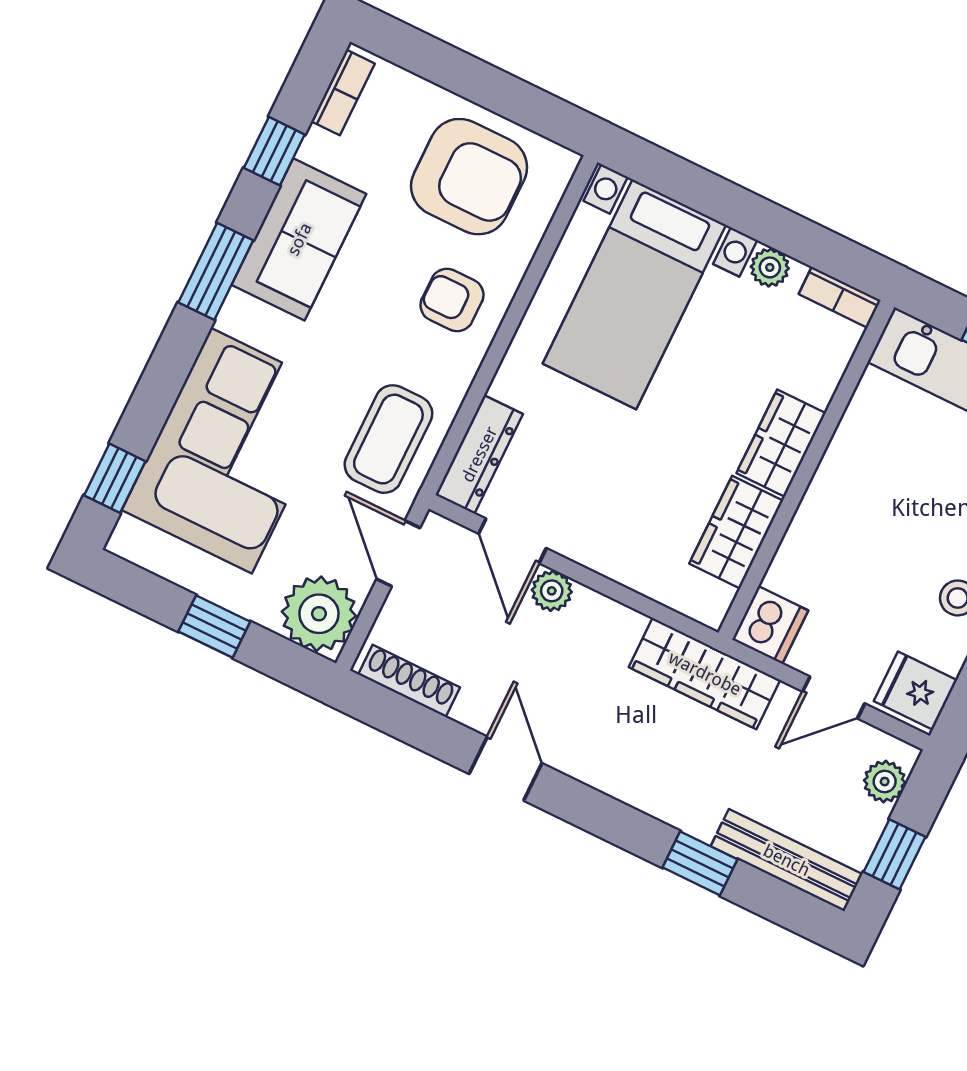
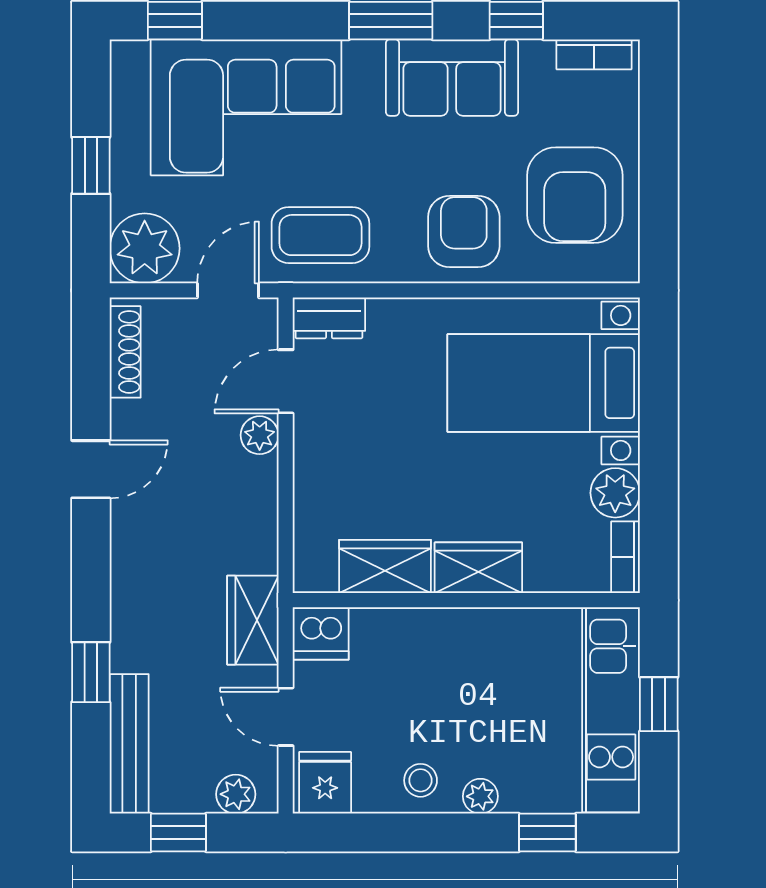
plant: (770, 267) -> (615, 493), width x1.38, depth x1.38
armchair: (452, 300) -> (464, 231), width x1.38, depth x1.38
dresser: (479, 454) -> (329, 318), width x0.70
wardrobe: (705, 673) -> (253, 620), width x0.67

